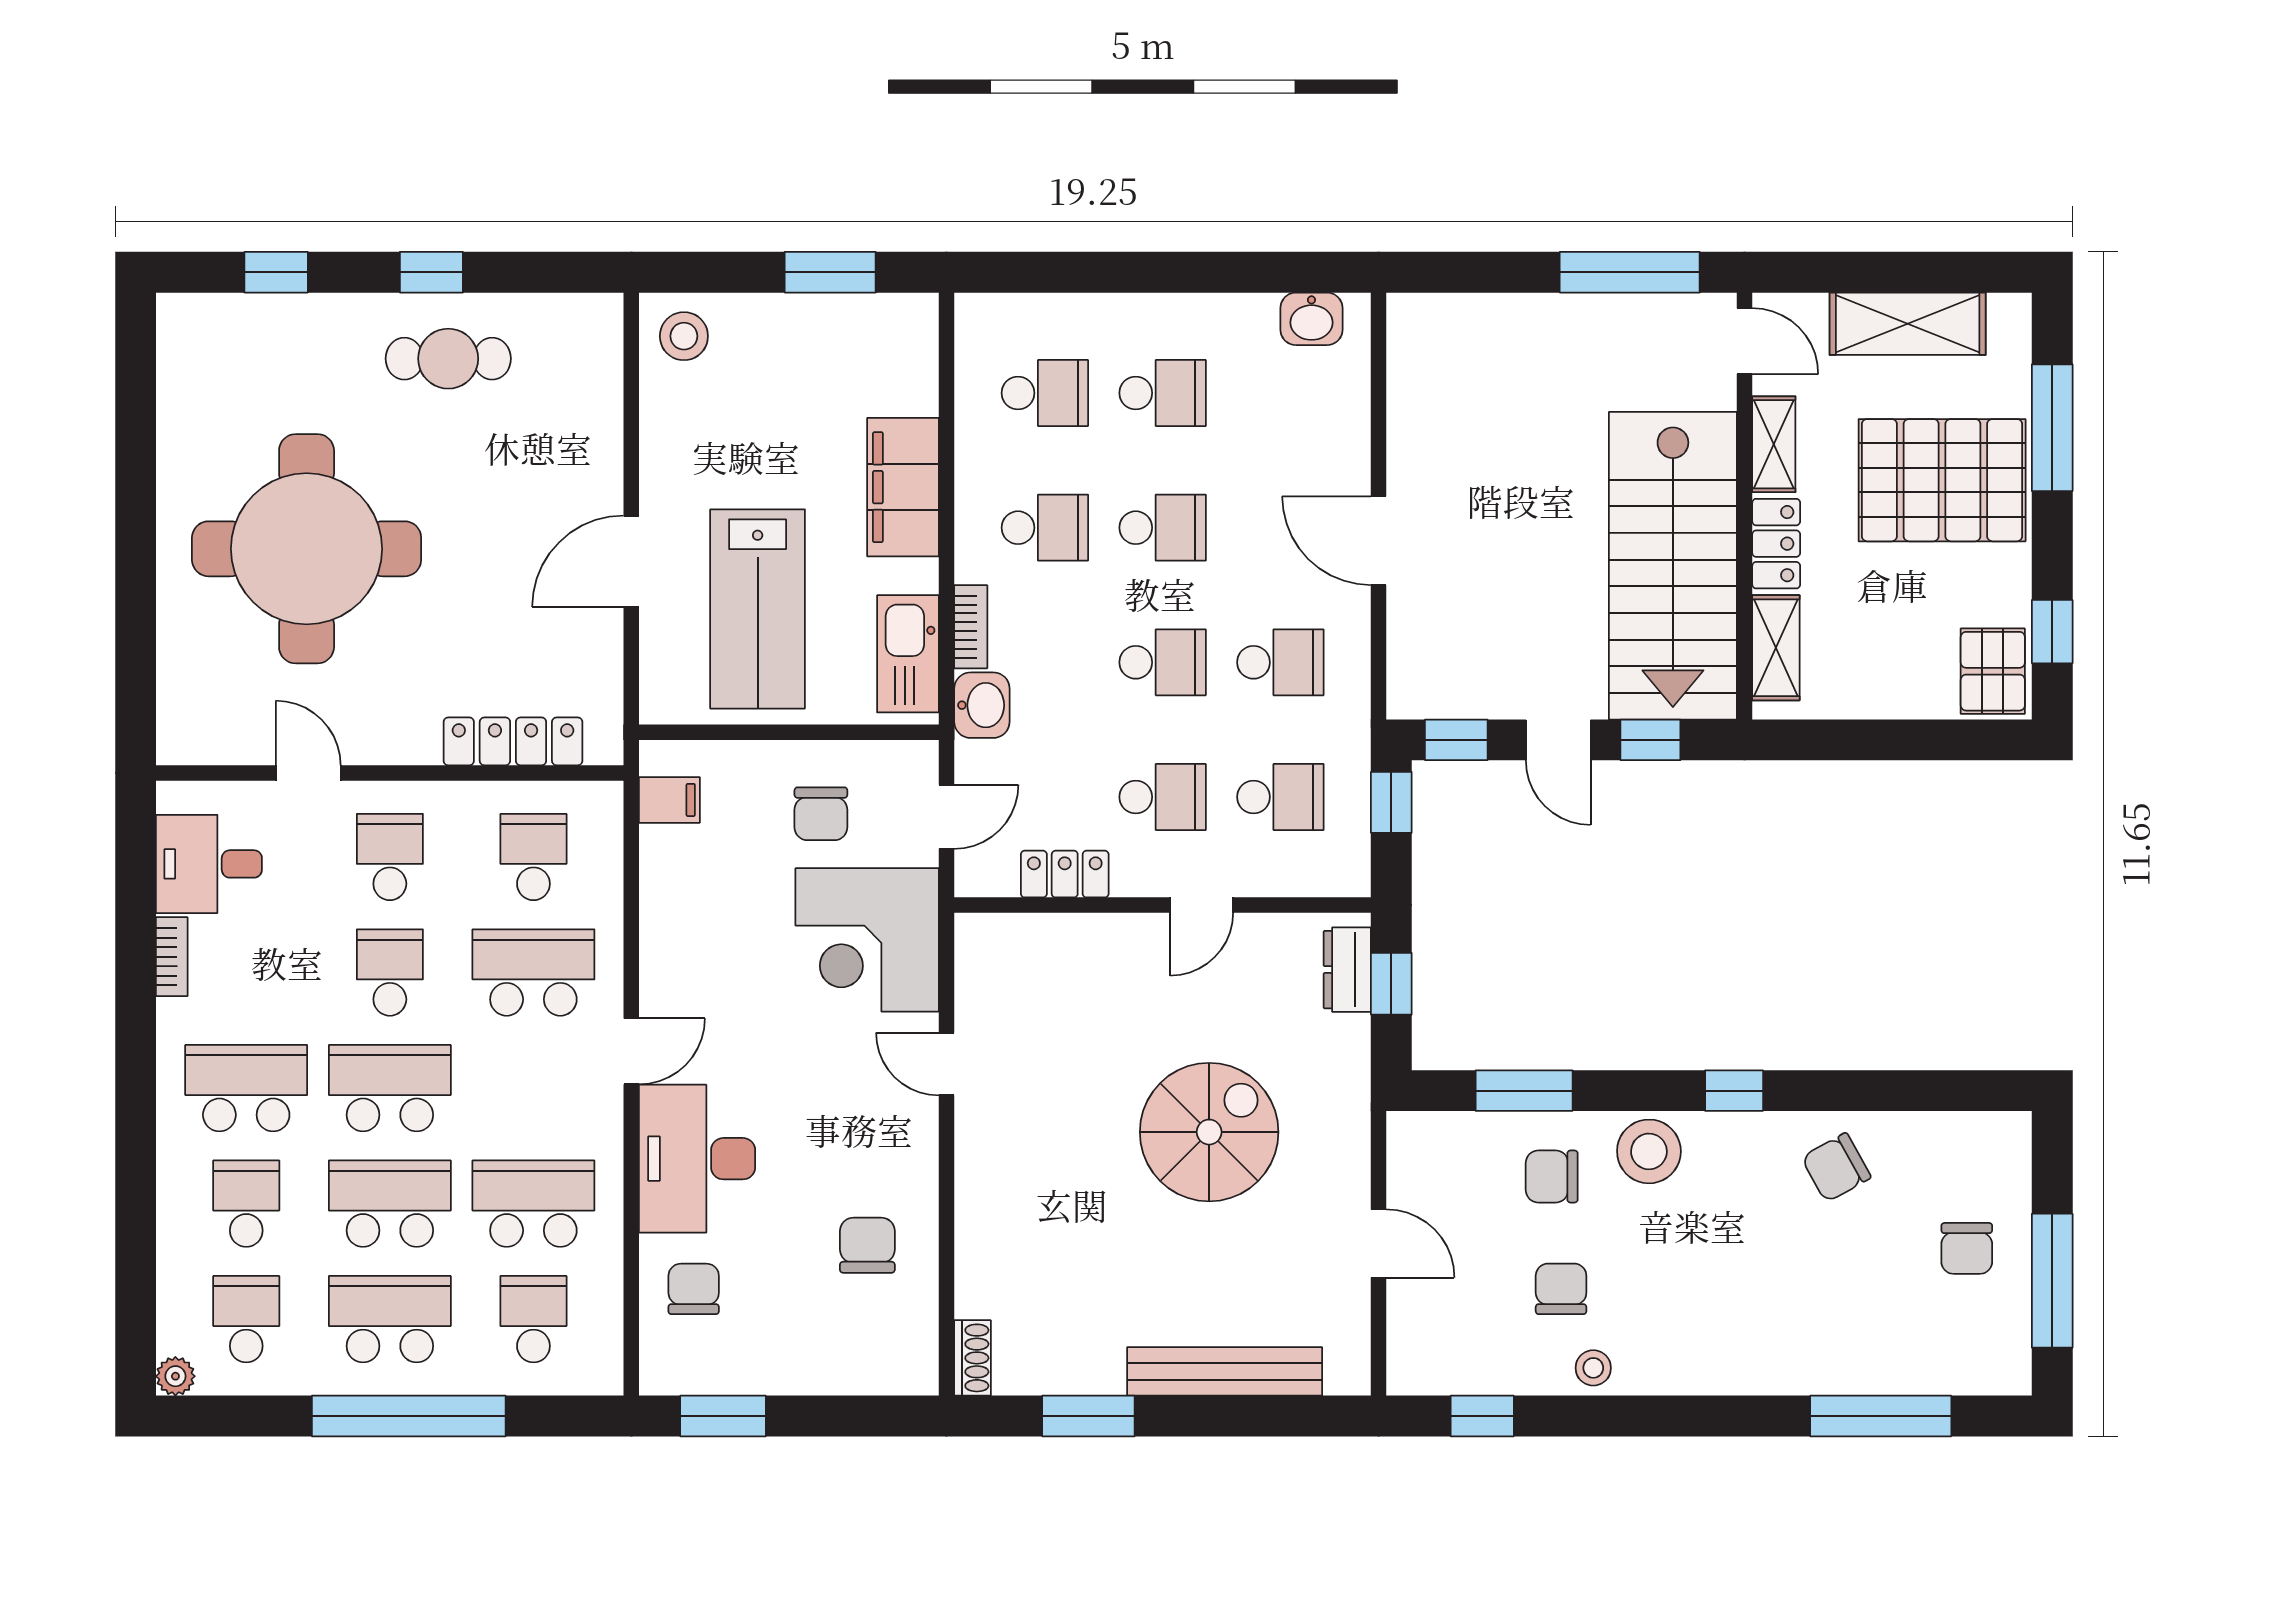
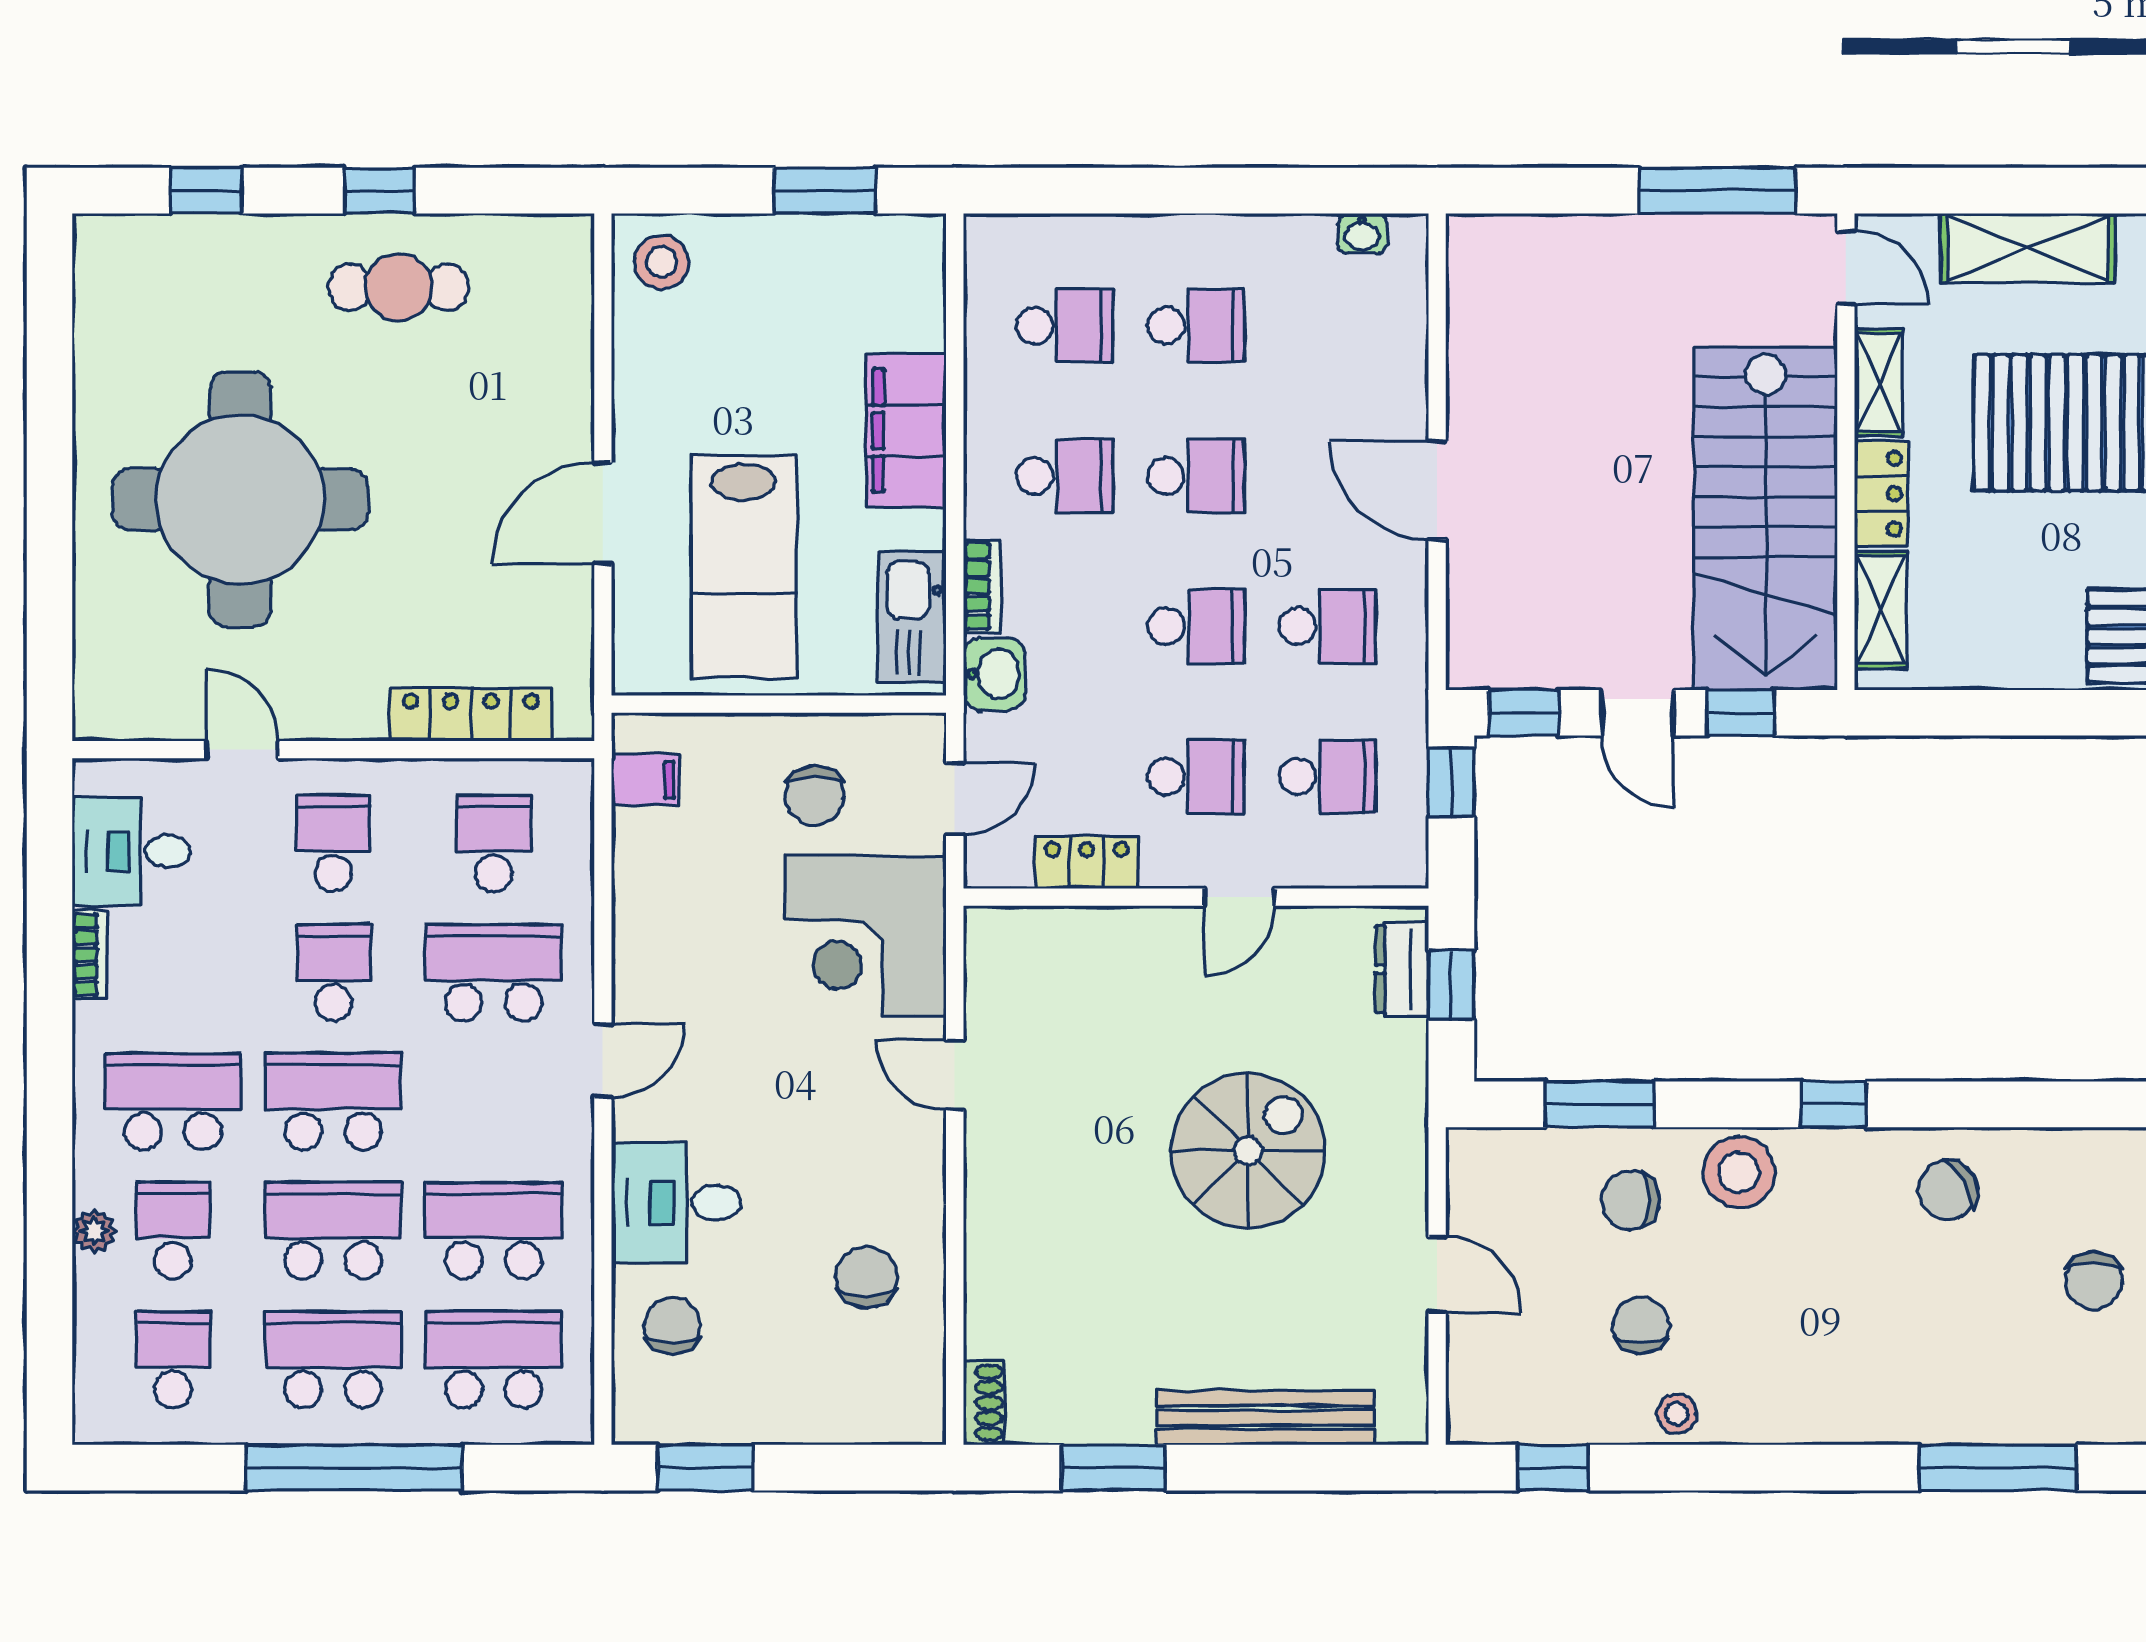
washbasin: (1311, 319) -> (1362, 234), width x0.72, depth x0.69
desk: (697, 1159) -> (676, 1203), width x0.73
school desk: (533, 1319) -> (494, 1360), width x1.85
plant: (175, 1376) -> (94, 1231), moved

